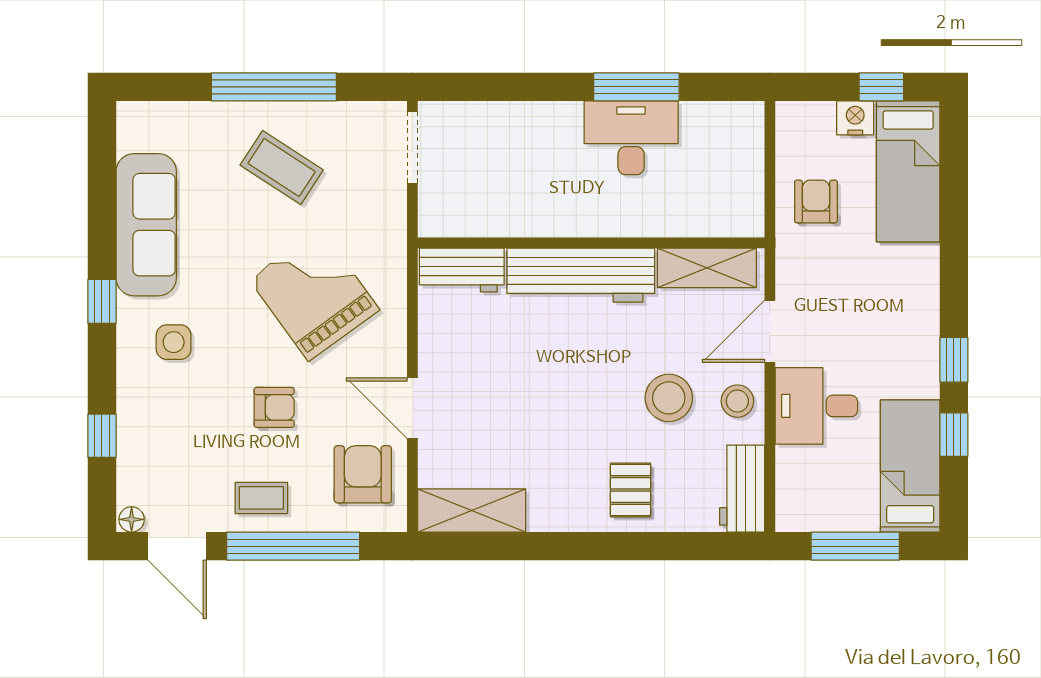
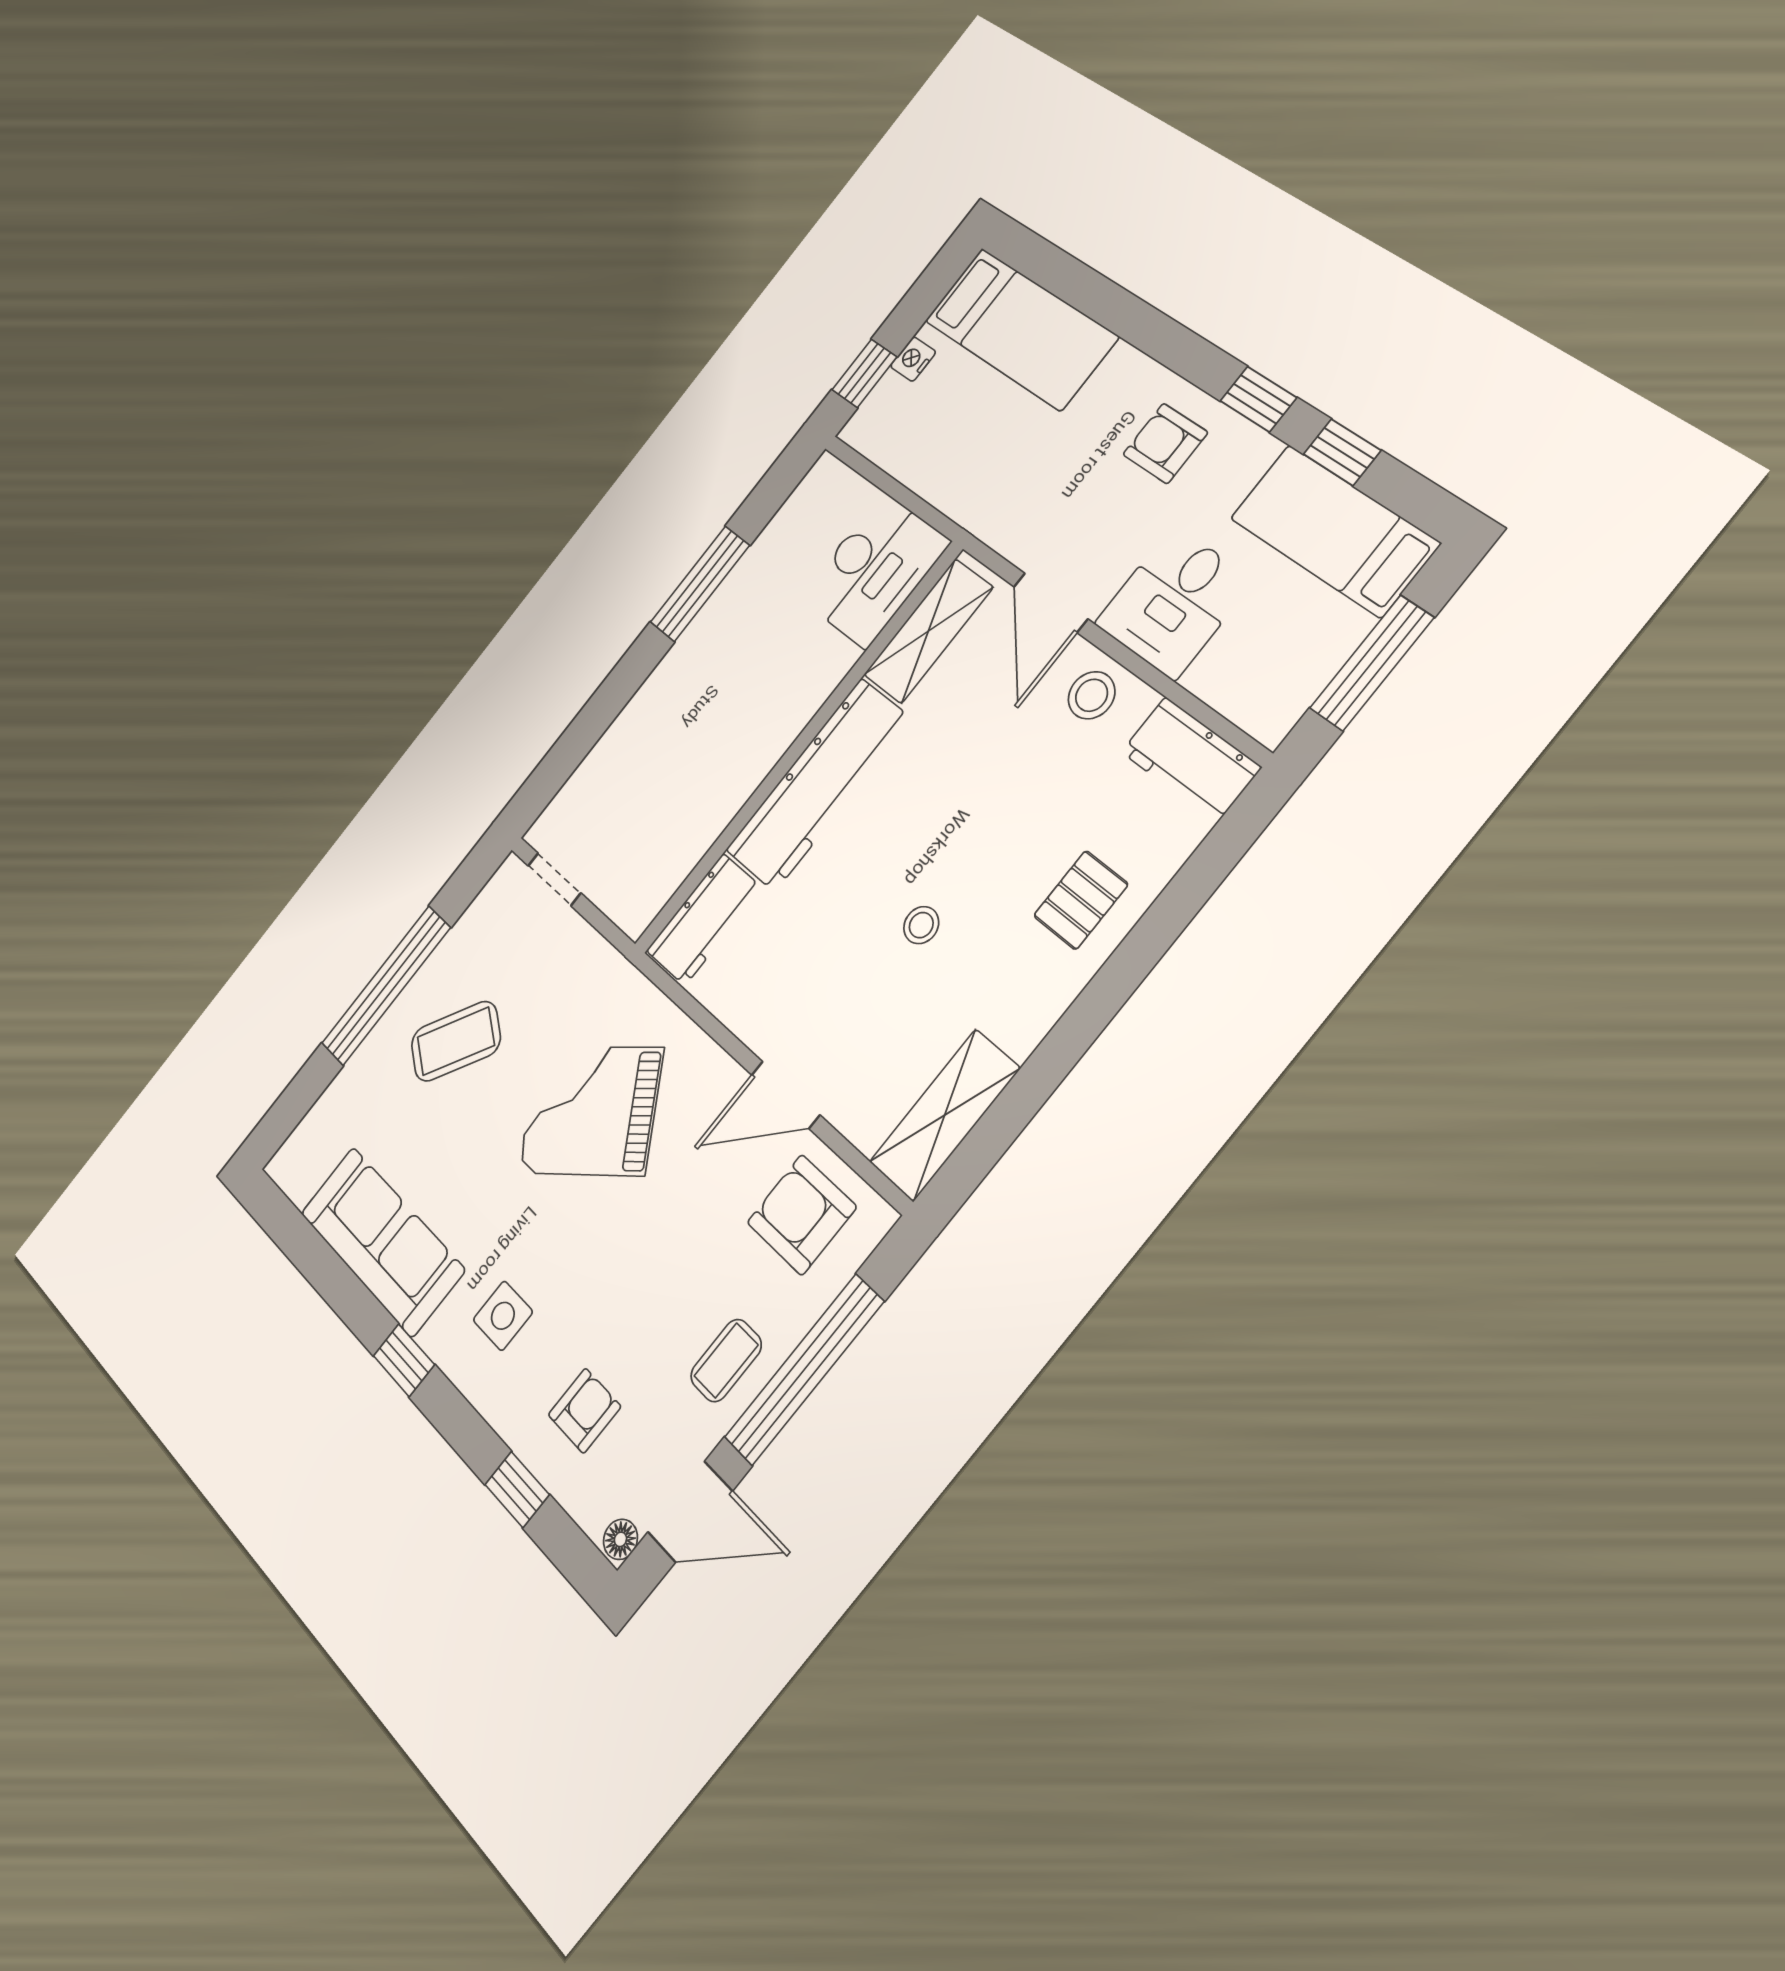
window: (881, 87) -> (864, 373), moved
nightstand: (855, 118) -> (913, 359), width x0.72, depth x0.74
desk: (631, 138) -> (875, 570), moved, turned 180
doorway: (412, 148) -> (554, 879), width x0.73
armchair: (816, 201) -> (1165, 443), moved
stool: (669, 398) -> (921, 925), moved, width x0.53, depth x0.53
armchair: (274, 407) -> (584, 1411), moved
pallet: (630, 490) -> (1081, 900), turned 90

